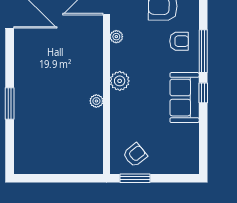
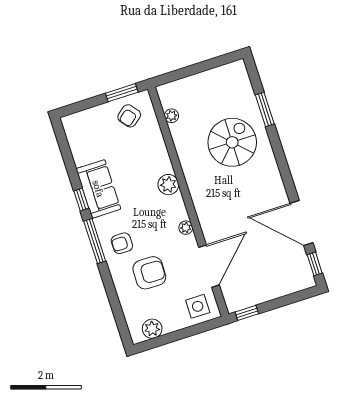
spiral stairs: (49, 101) -> (232, 142), added
plant: (96, 101) -> (171, 116), moved
window: (10, 103) -> (265, 109), moved

